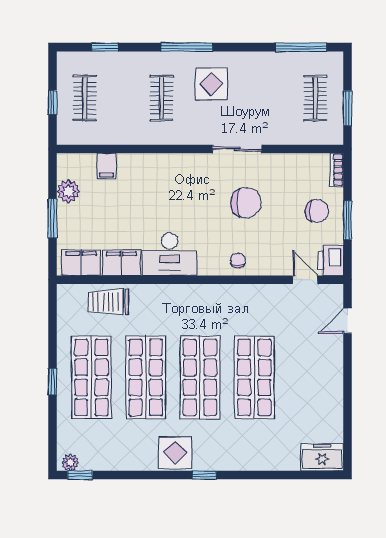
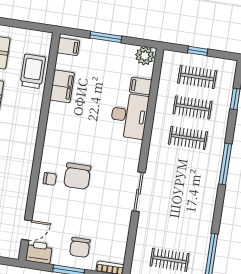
display table: (211, 84) -> (193, 179), removed
clothes rail: (123, 98) -> (193, 107), added
plant: (68, 191) -> (145, 56), moved
chair: (246, 203) -> (77, 176), moved
desk: (170, 254) -> (129, 116), moved, turned 180
filing cabinet: (81, 263) -> (68, 47), width x0.50

